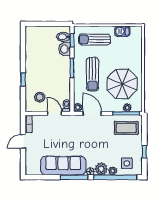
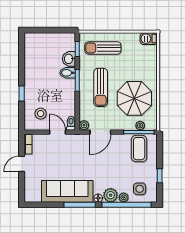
barbecue: (122, 31) -> (149, 39), moved
bidet: (63, 37) -> (68, 73), moved
door: (92, 113) -> (100, 132), swing flipped
coffee table: (126, 128) -> (139, 149), turned 90

